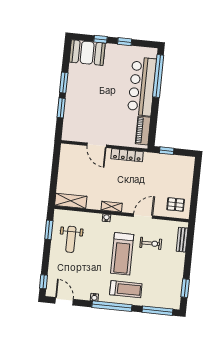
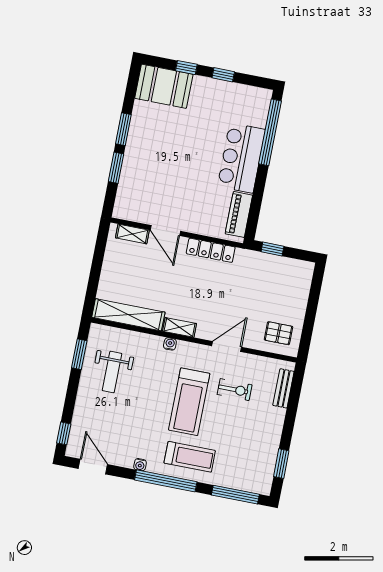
bar counter: (142, 86) -> (241, 158), width x0.73
shelving: (76, 149) -> (132, 234), added
shelving: (71, 201) -> (128, 315), width x1.47

